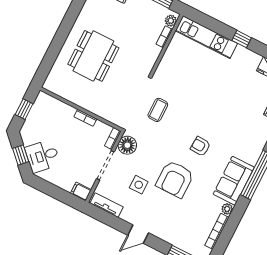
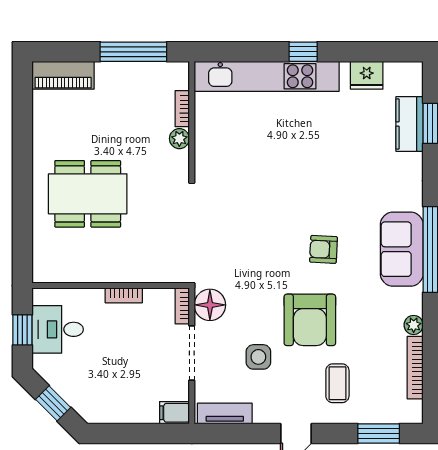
plant: (171, 21) -> (179, 139), moved
kitchen unit: (206, 37) -> (267, 76), width x1.36
dining table: (93, 56) -> (88, 194), turned 90
coffee table: (158, 110) -> (337, 383), moved
desk: (43, 156) -> (58, 329), moved, turned 45
sofa: (234, 181) -> (402, 249), moved

